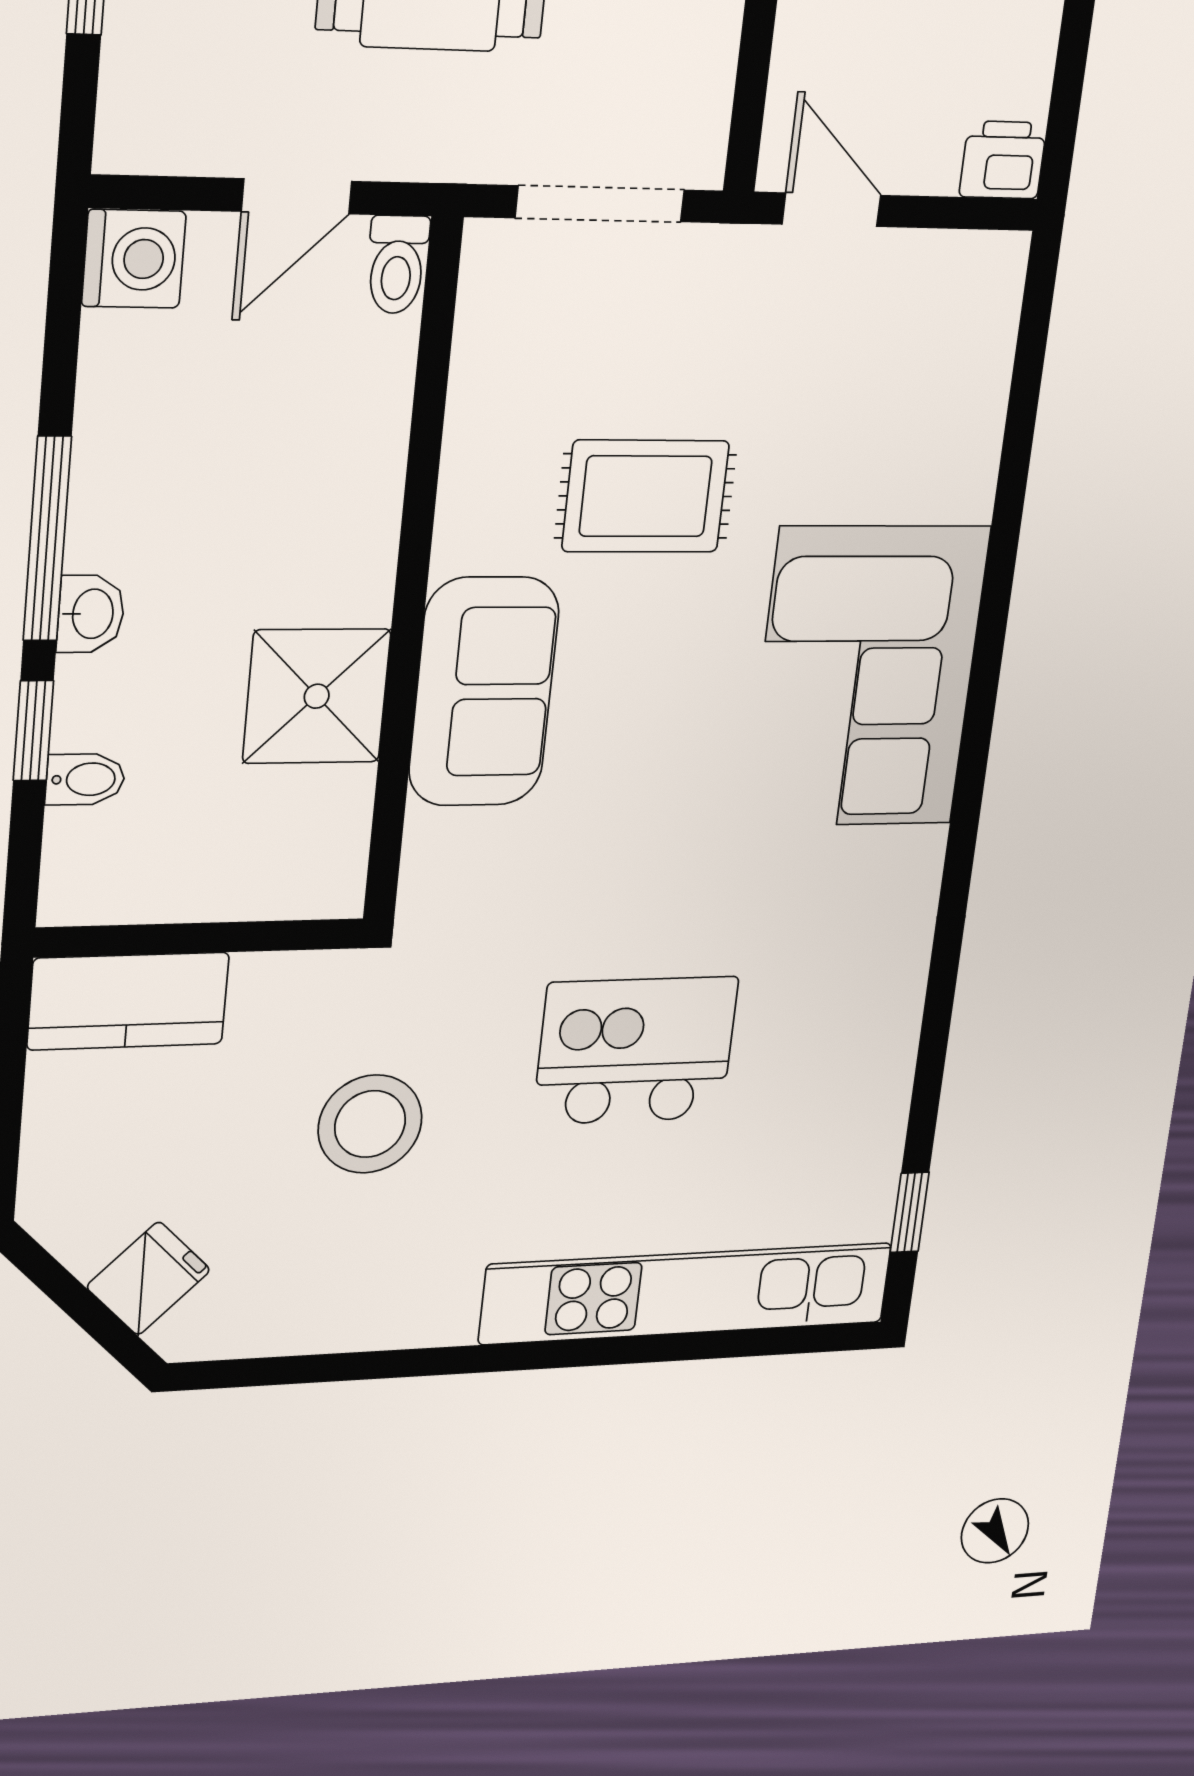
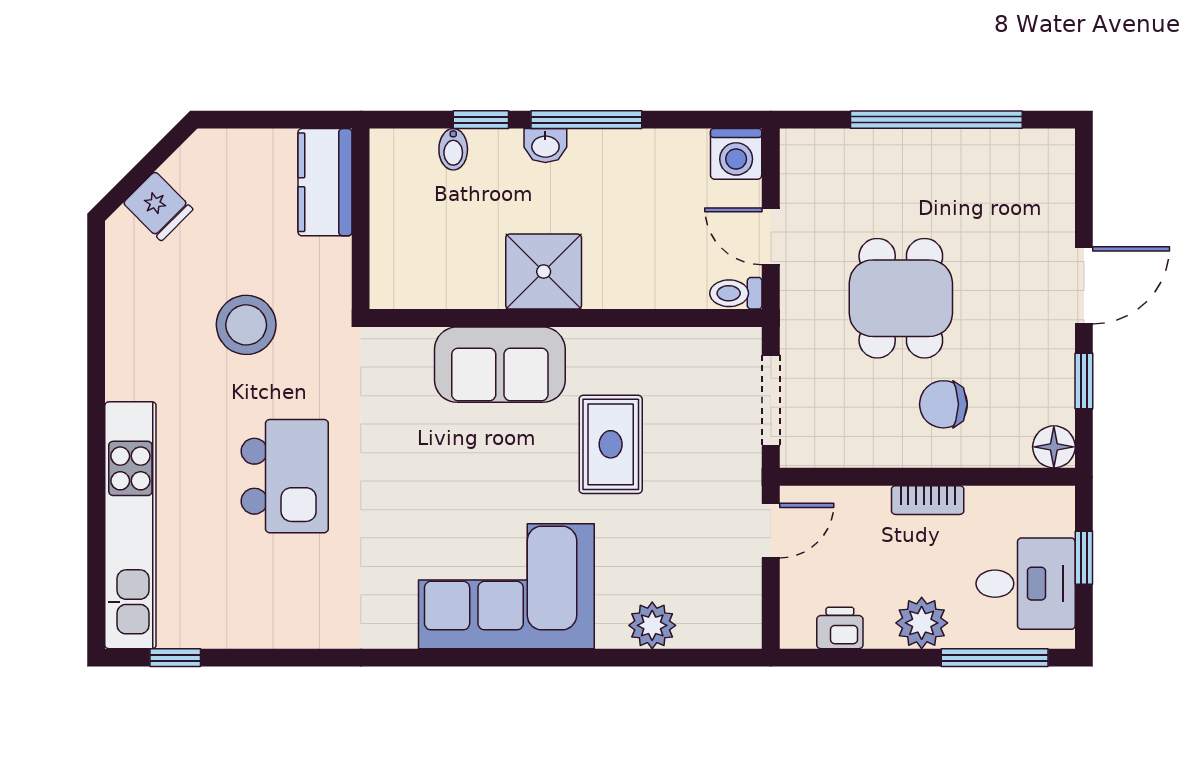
printer: (1003, 160) -> (840, 628), moved, turned -90
plant: (966, 425) -> (652, 625), added
shower: (317, 696) -> (544, 272), moved

